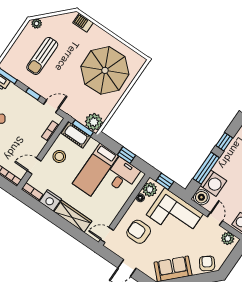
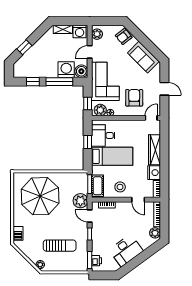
plant: (94, 122) -> (80, 201), moved
armchair: (139, 232) -> (134, 98), turned 180
door: (107, 235) -> (151, 118), swing flipped

